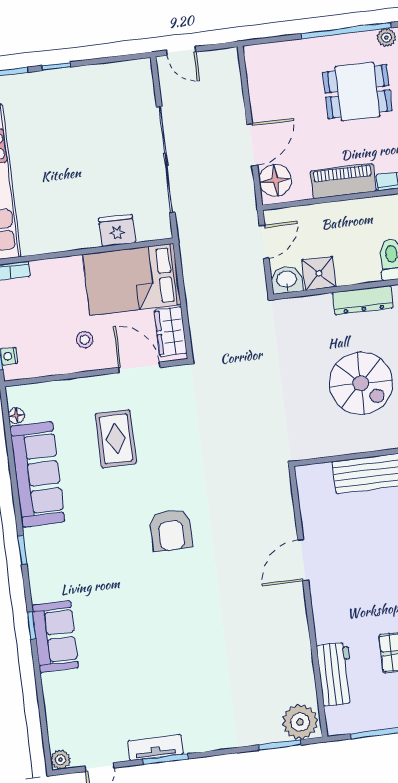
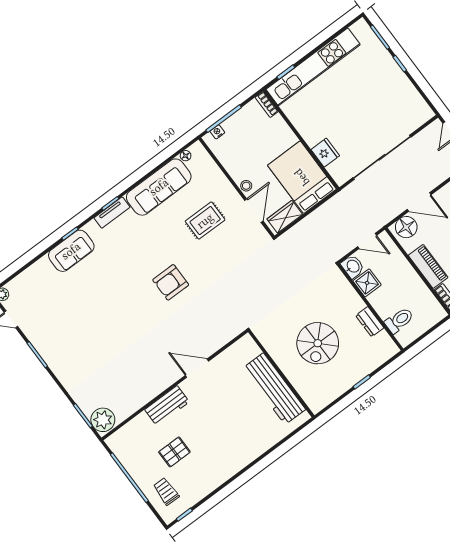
dresser: (363, 300) -> (370, 322), width x0.70
stool: (85, 340) -> (246, 186), moved
workbench: (336, 674) -> (167, 406), moved
tv unit: (155, 747) -> (112, 213), moved, turned 90

